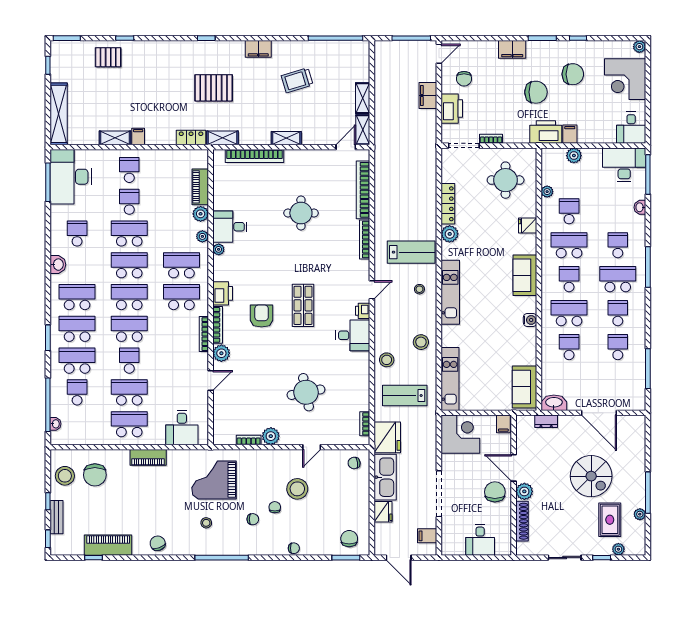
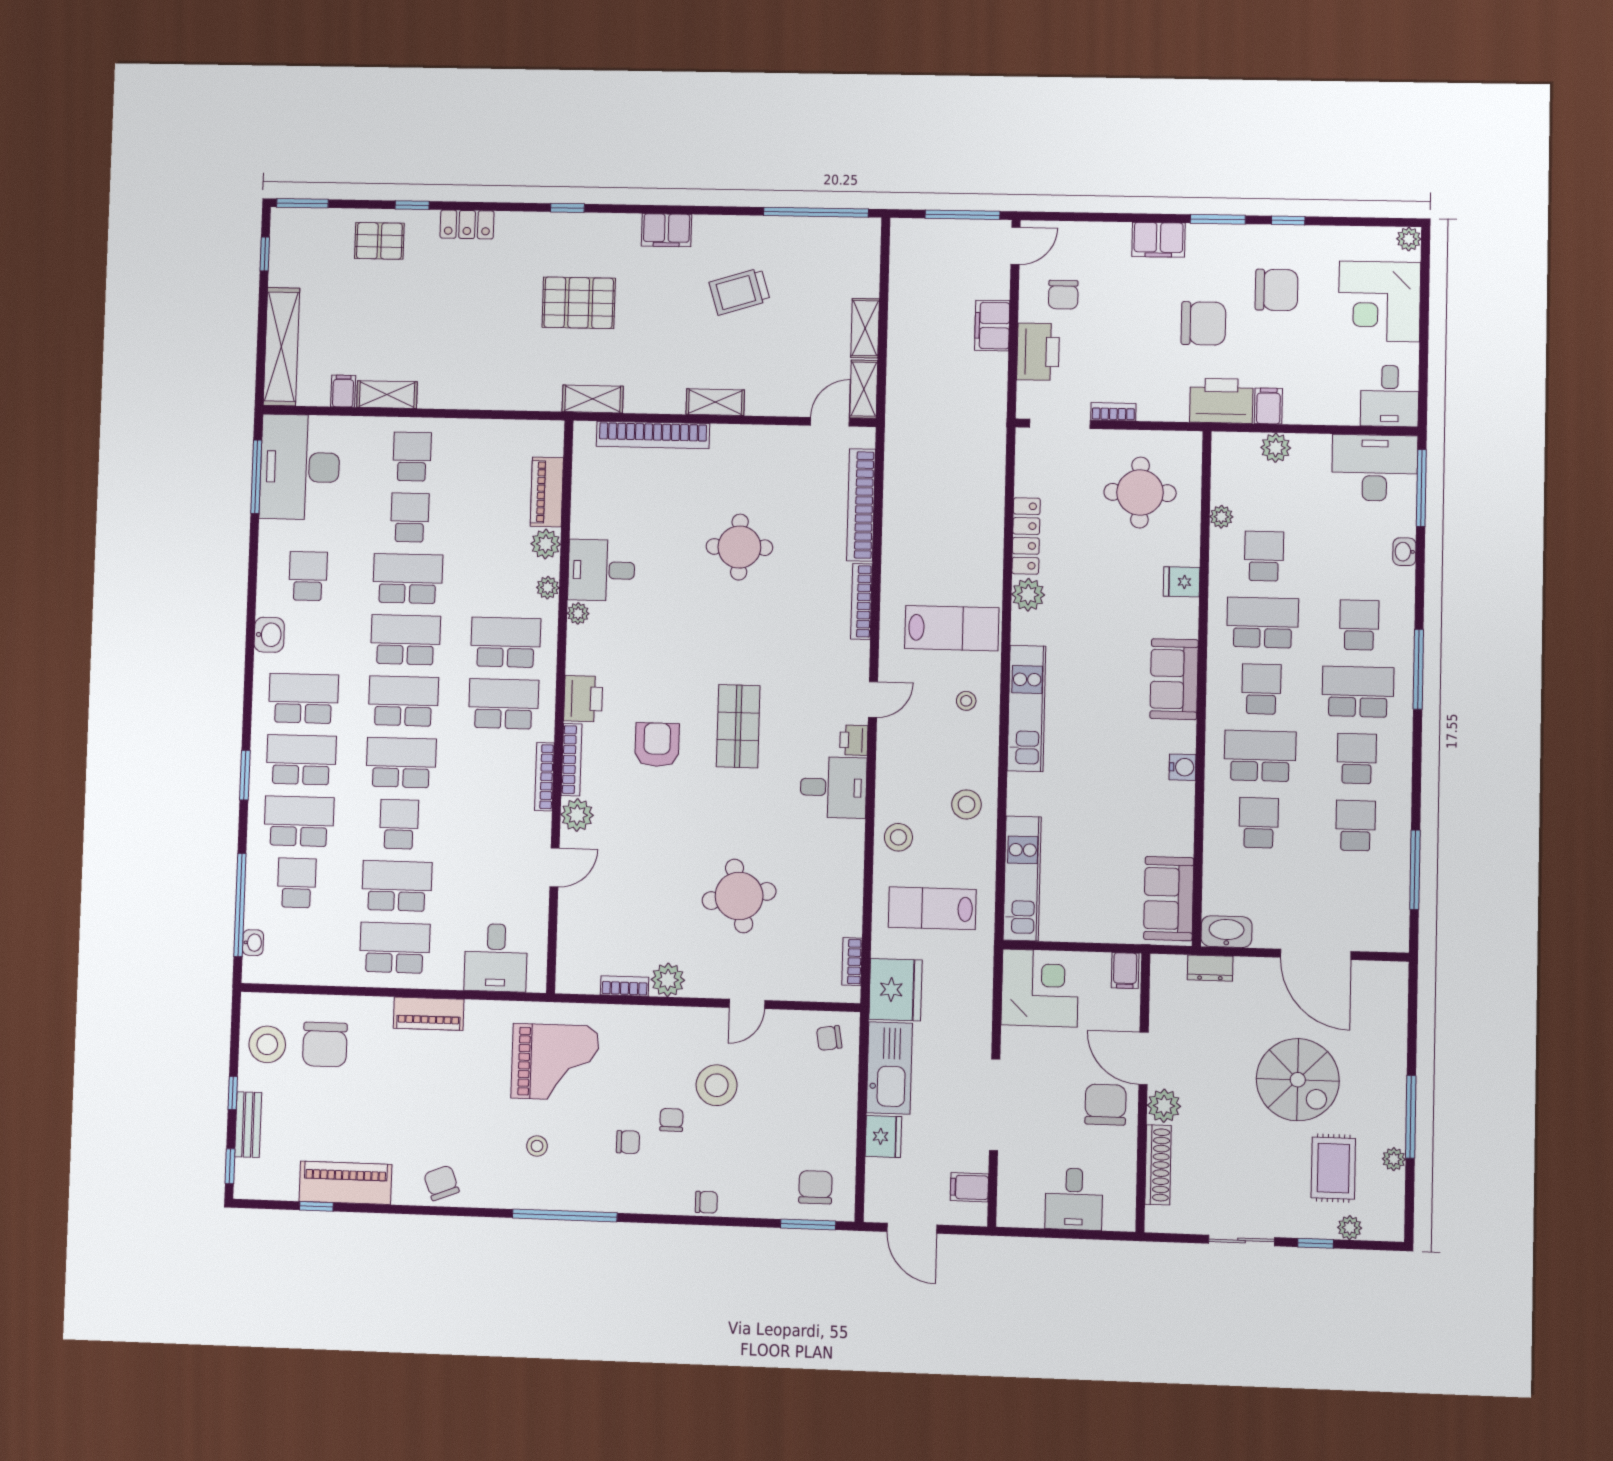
filing cabinet: (138, 136) -> (343, 391), moved
locker: (191, 137) -> (467, 224), moved, turned 180
grand piano: (214, 480) -> (555, 1062), turned 180

